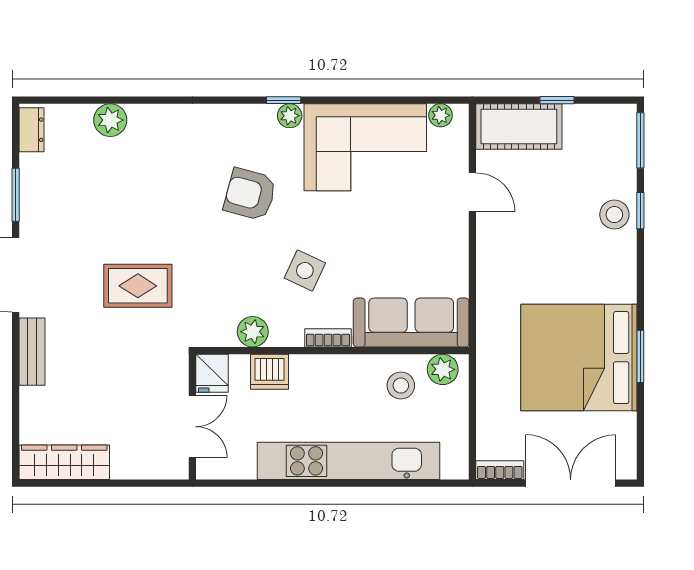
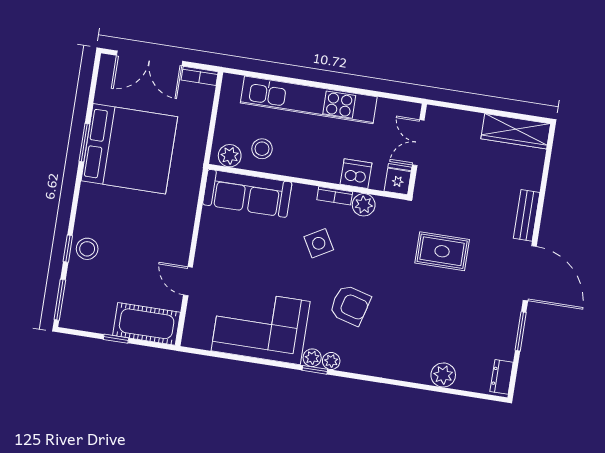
plant: (441, 115) -> (331, 361), moved
side table: (305, 271) -> (319, 243), turned 35
bookcase: (328, 338) -> (335, 196), moved

